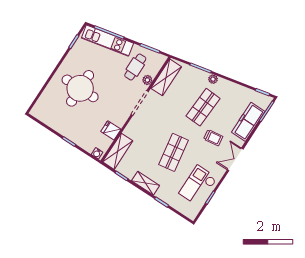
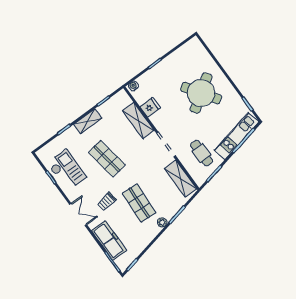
plant: (147, 80) -> (185, 160), removed
round table: (80, 88) -> (201, 93), turned -34
shelving: (118, 151) -> (138, 120), moved

